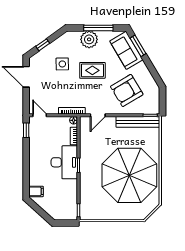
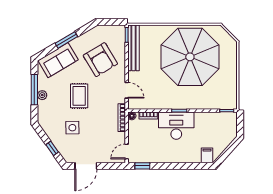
plant: (89, 39) -> (42, 95), width x0.53, depth x0.53
window: (138, 46) -> (66, 40), moved

